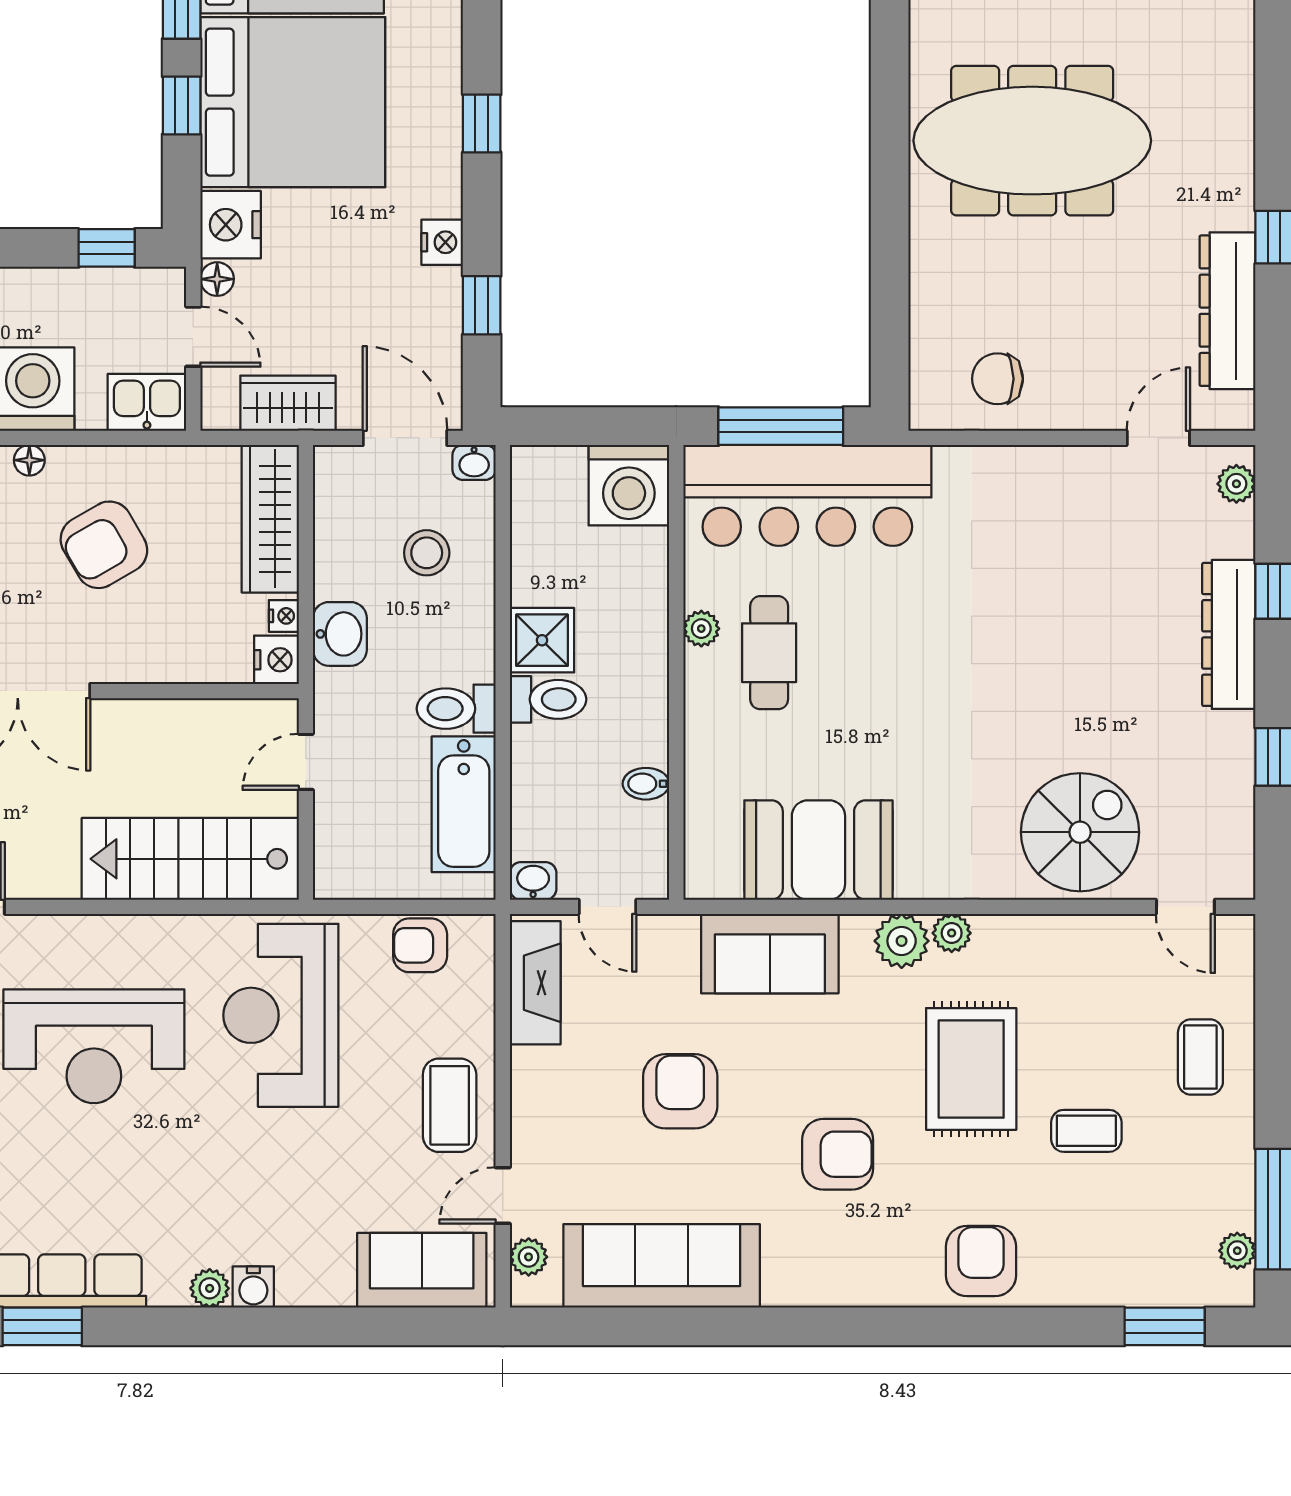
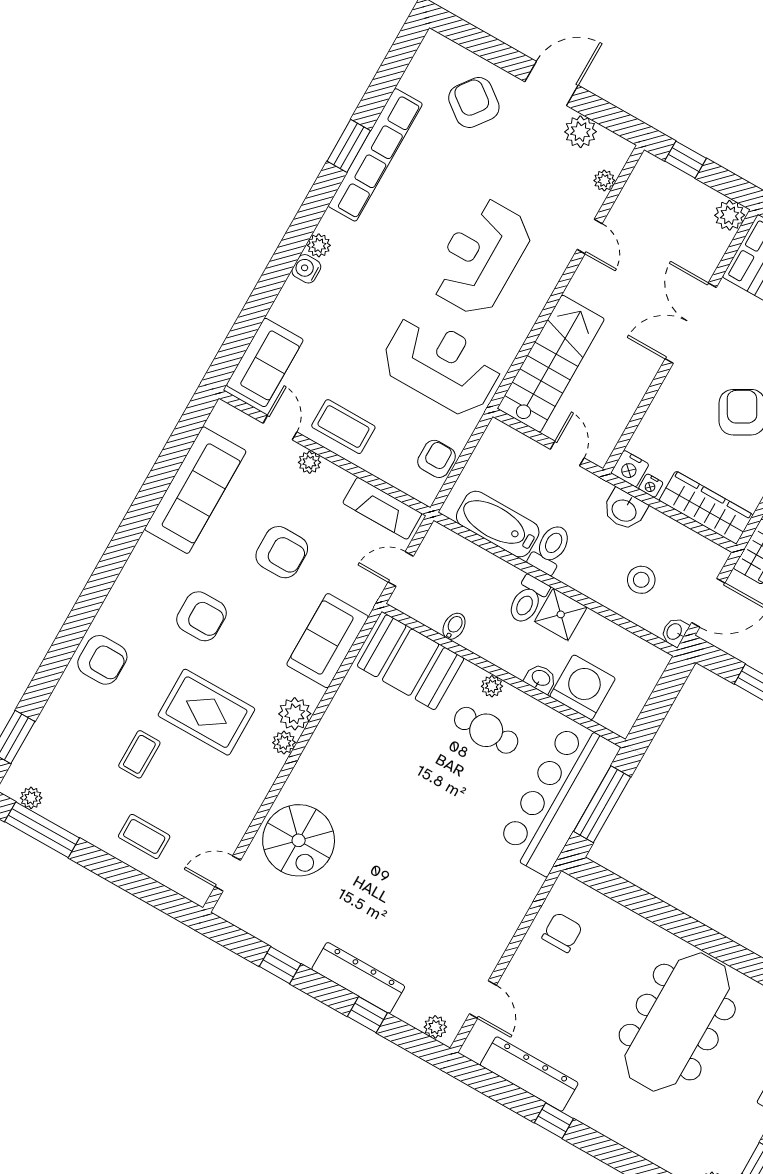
washing machine: (629, 485) -> (583, 687), moved, turned 90
plant: (701, 629) -> (492, 686), moved
booth: (818, 850) -> (411, 662), moved, turned 90
washbasin: (533, 881) -> (541, 678), moved, turned -90
armchair: (838, 1154) -> (202, 616), turned -90
plant: (529, 1257) -> (310, 462), moved

